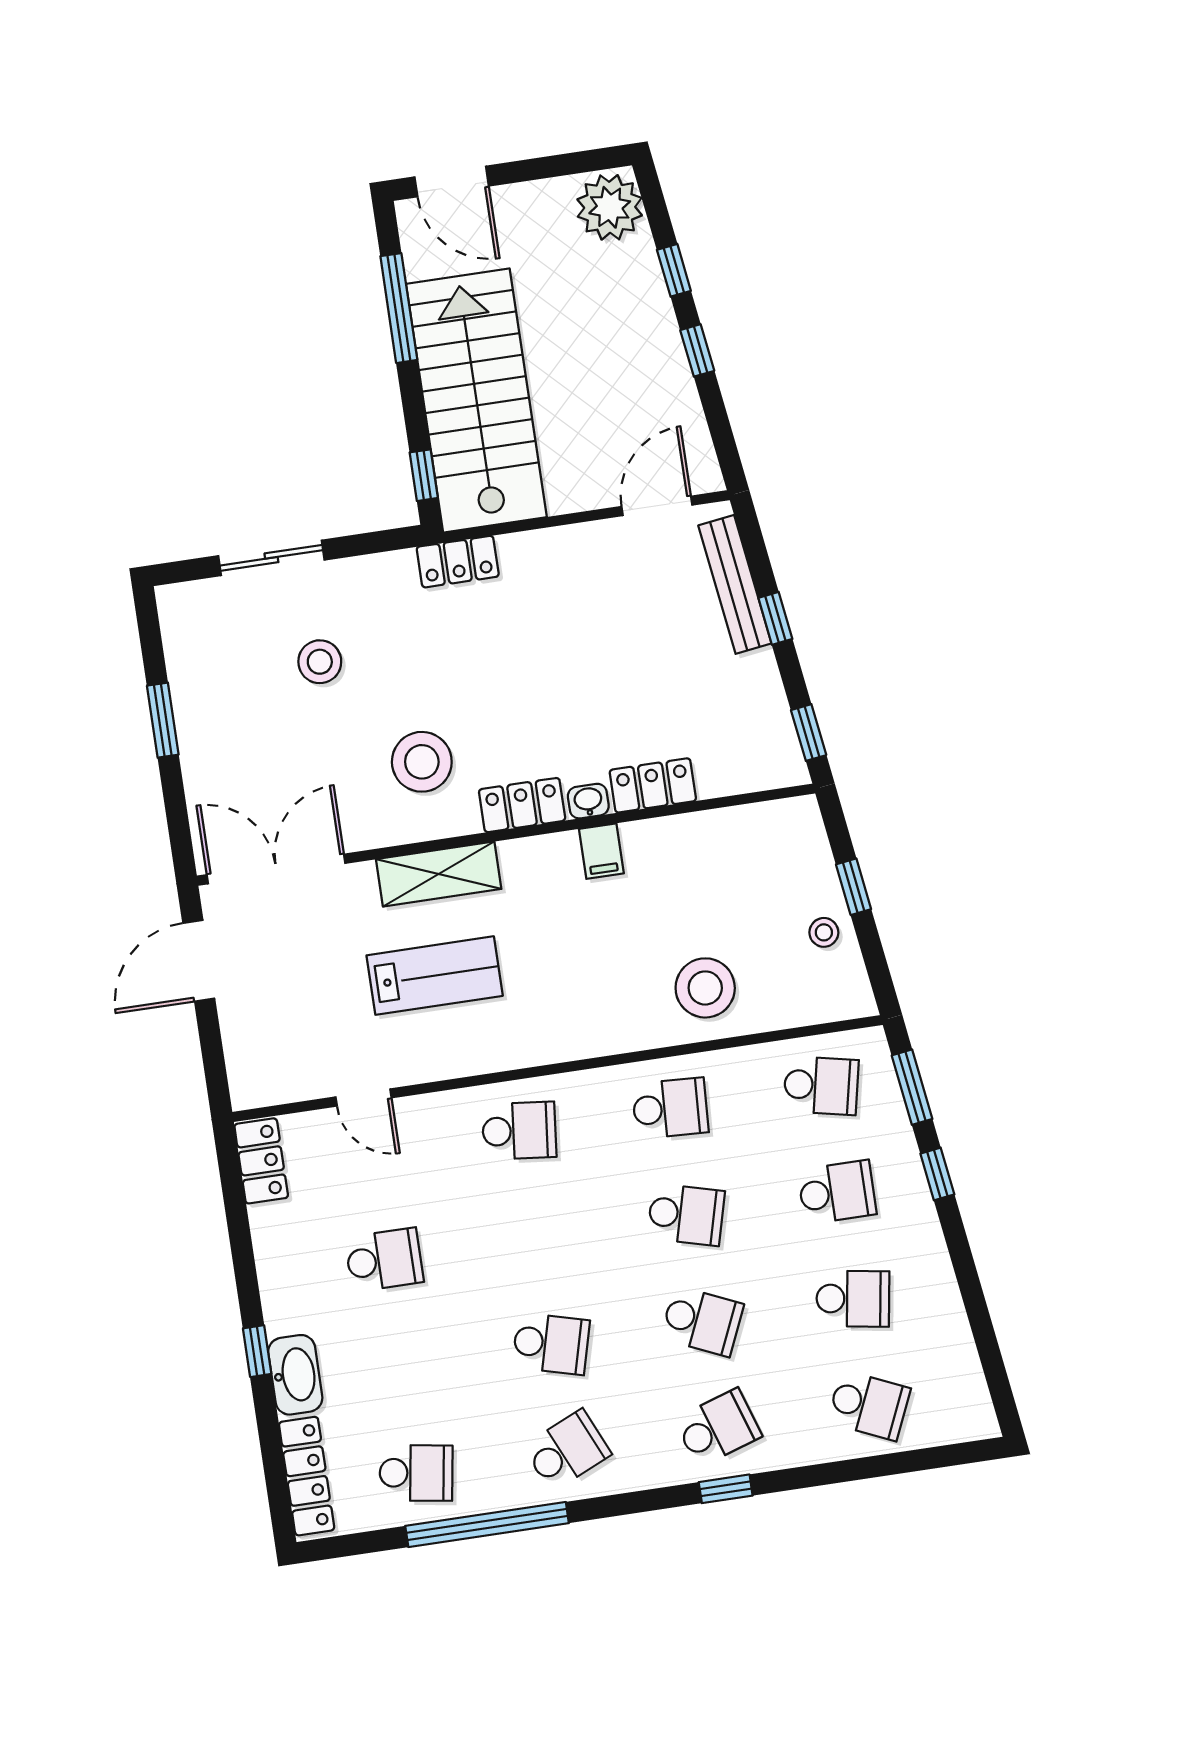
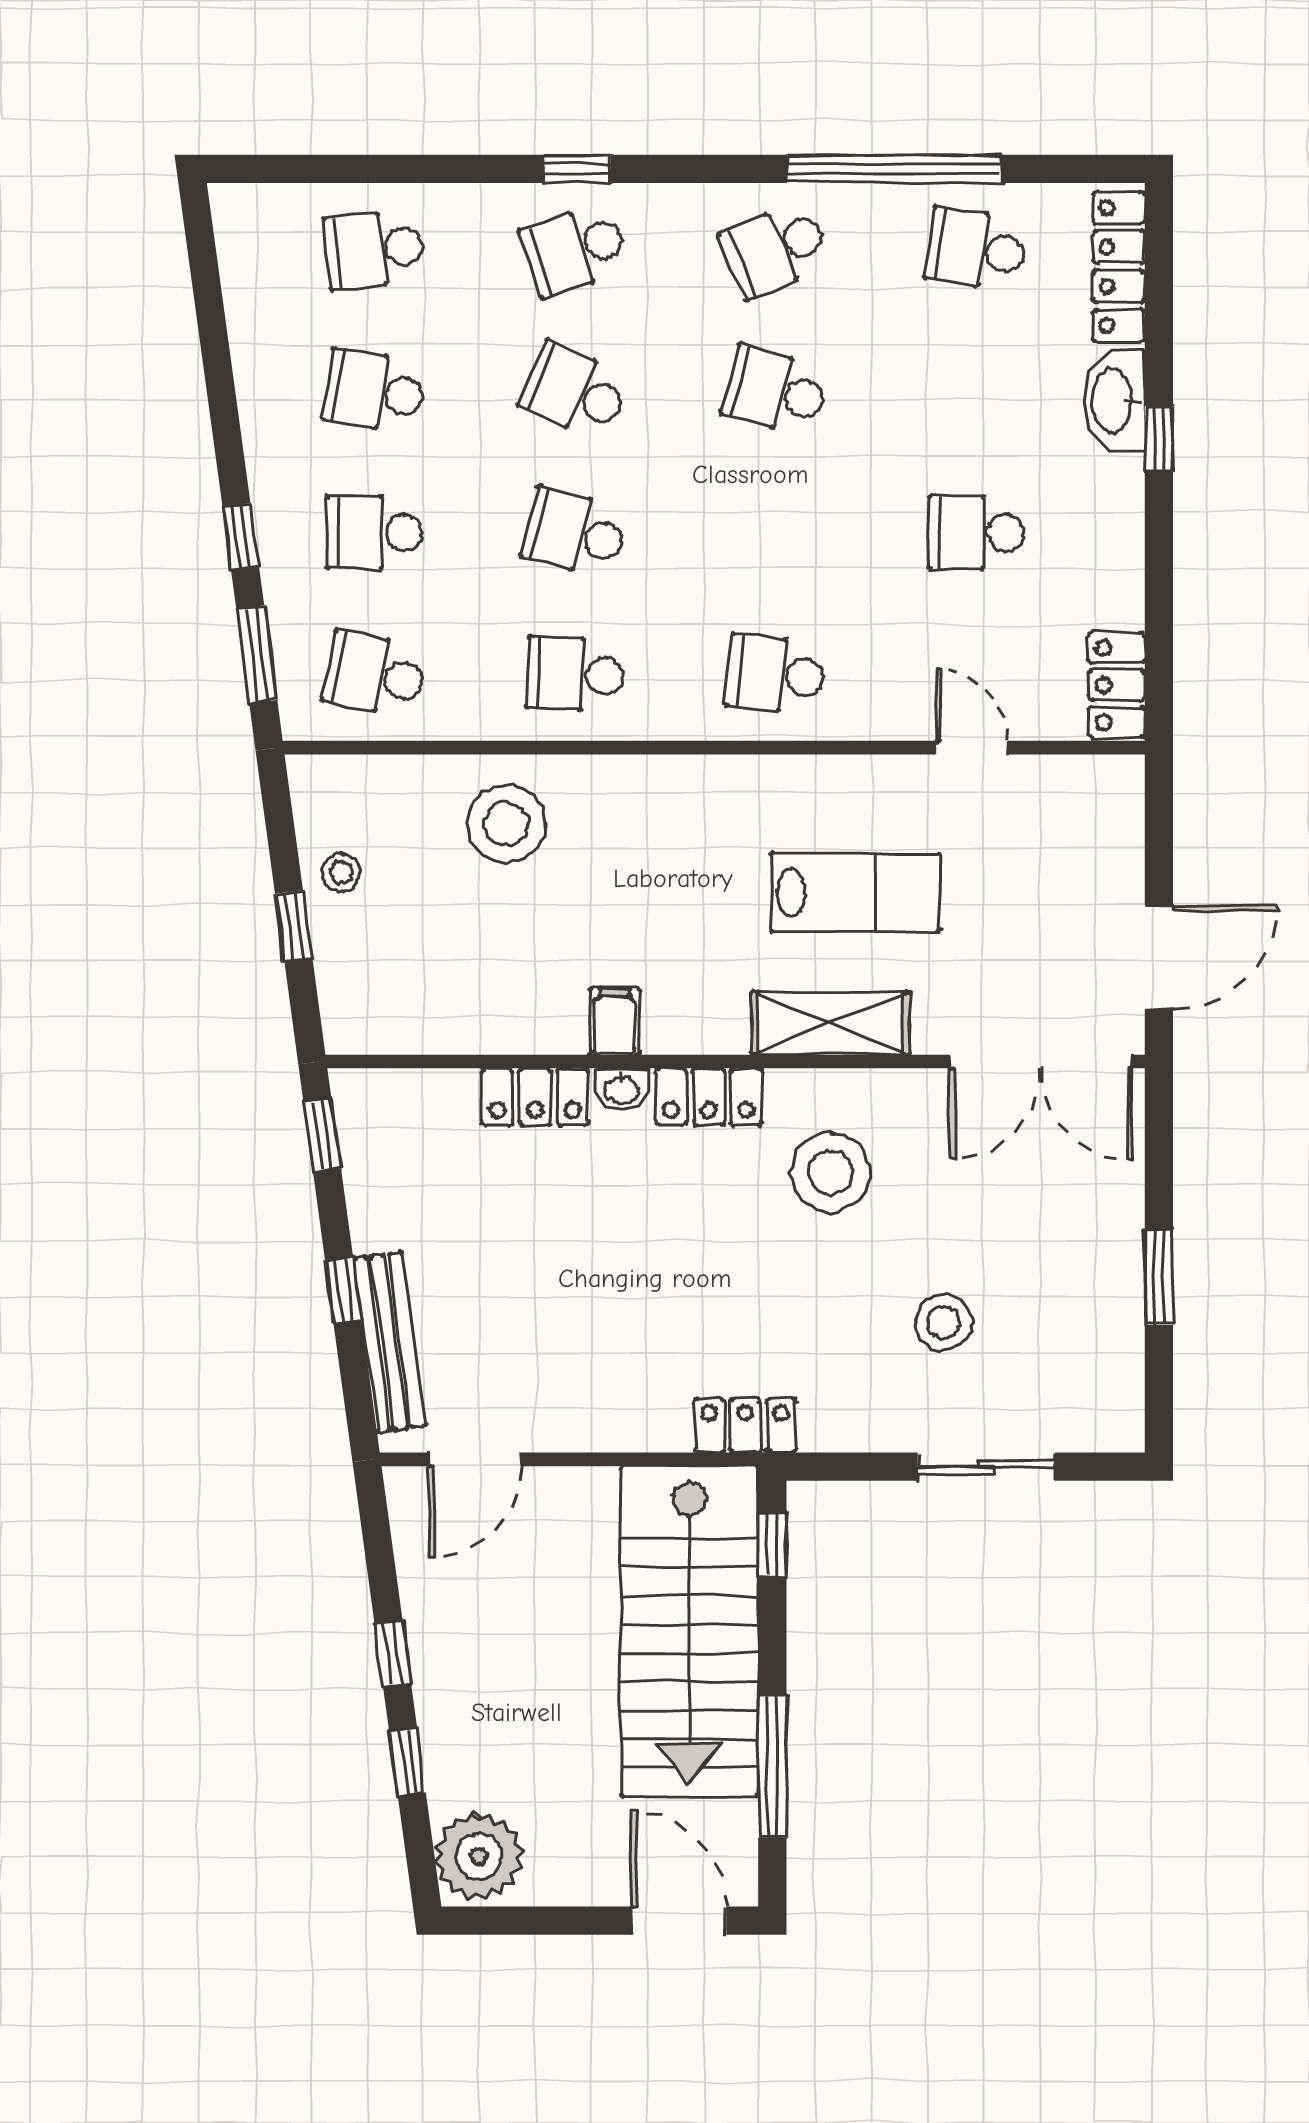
lab bench: (435, 976) -> (855, 892), turned 180
school desk: (869, 1405) -> (375, 250), turned -30

